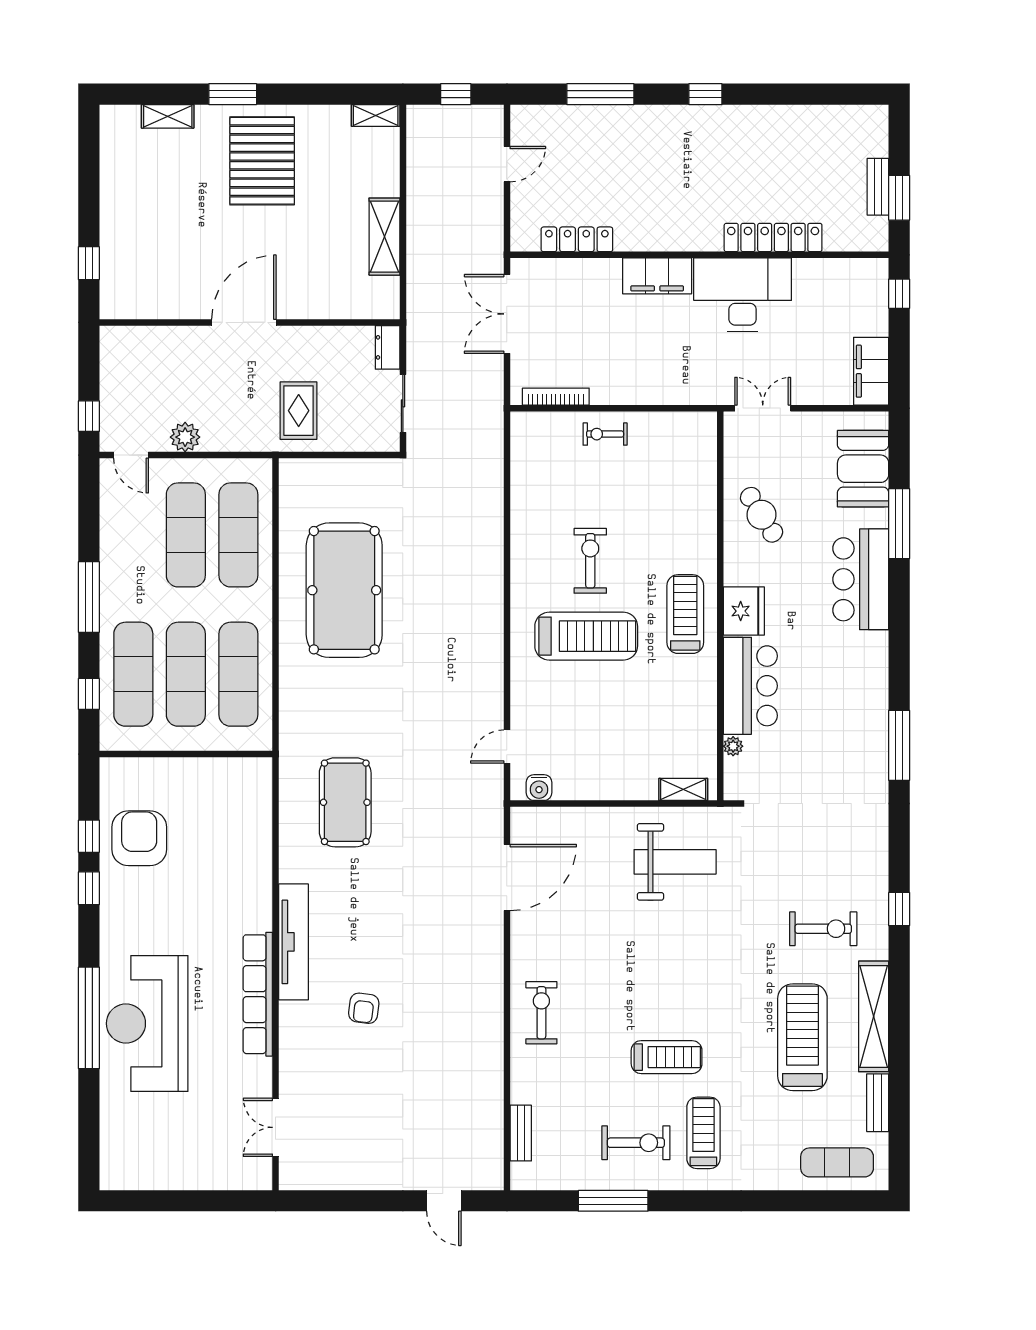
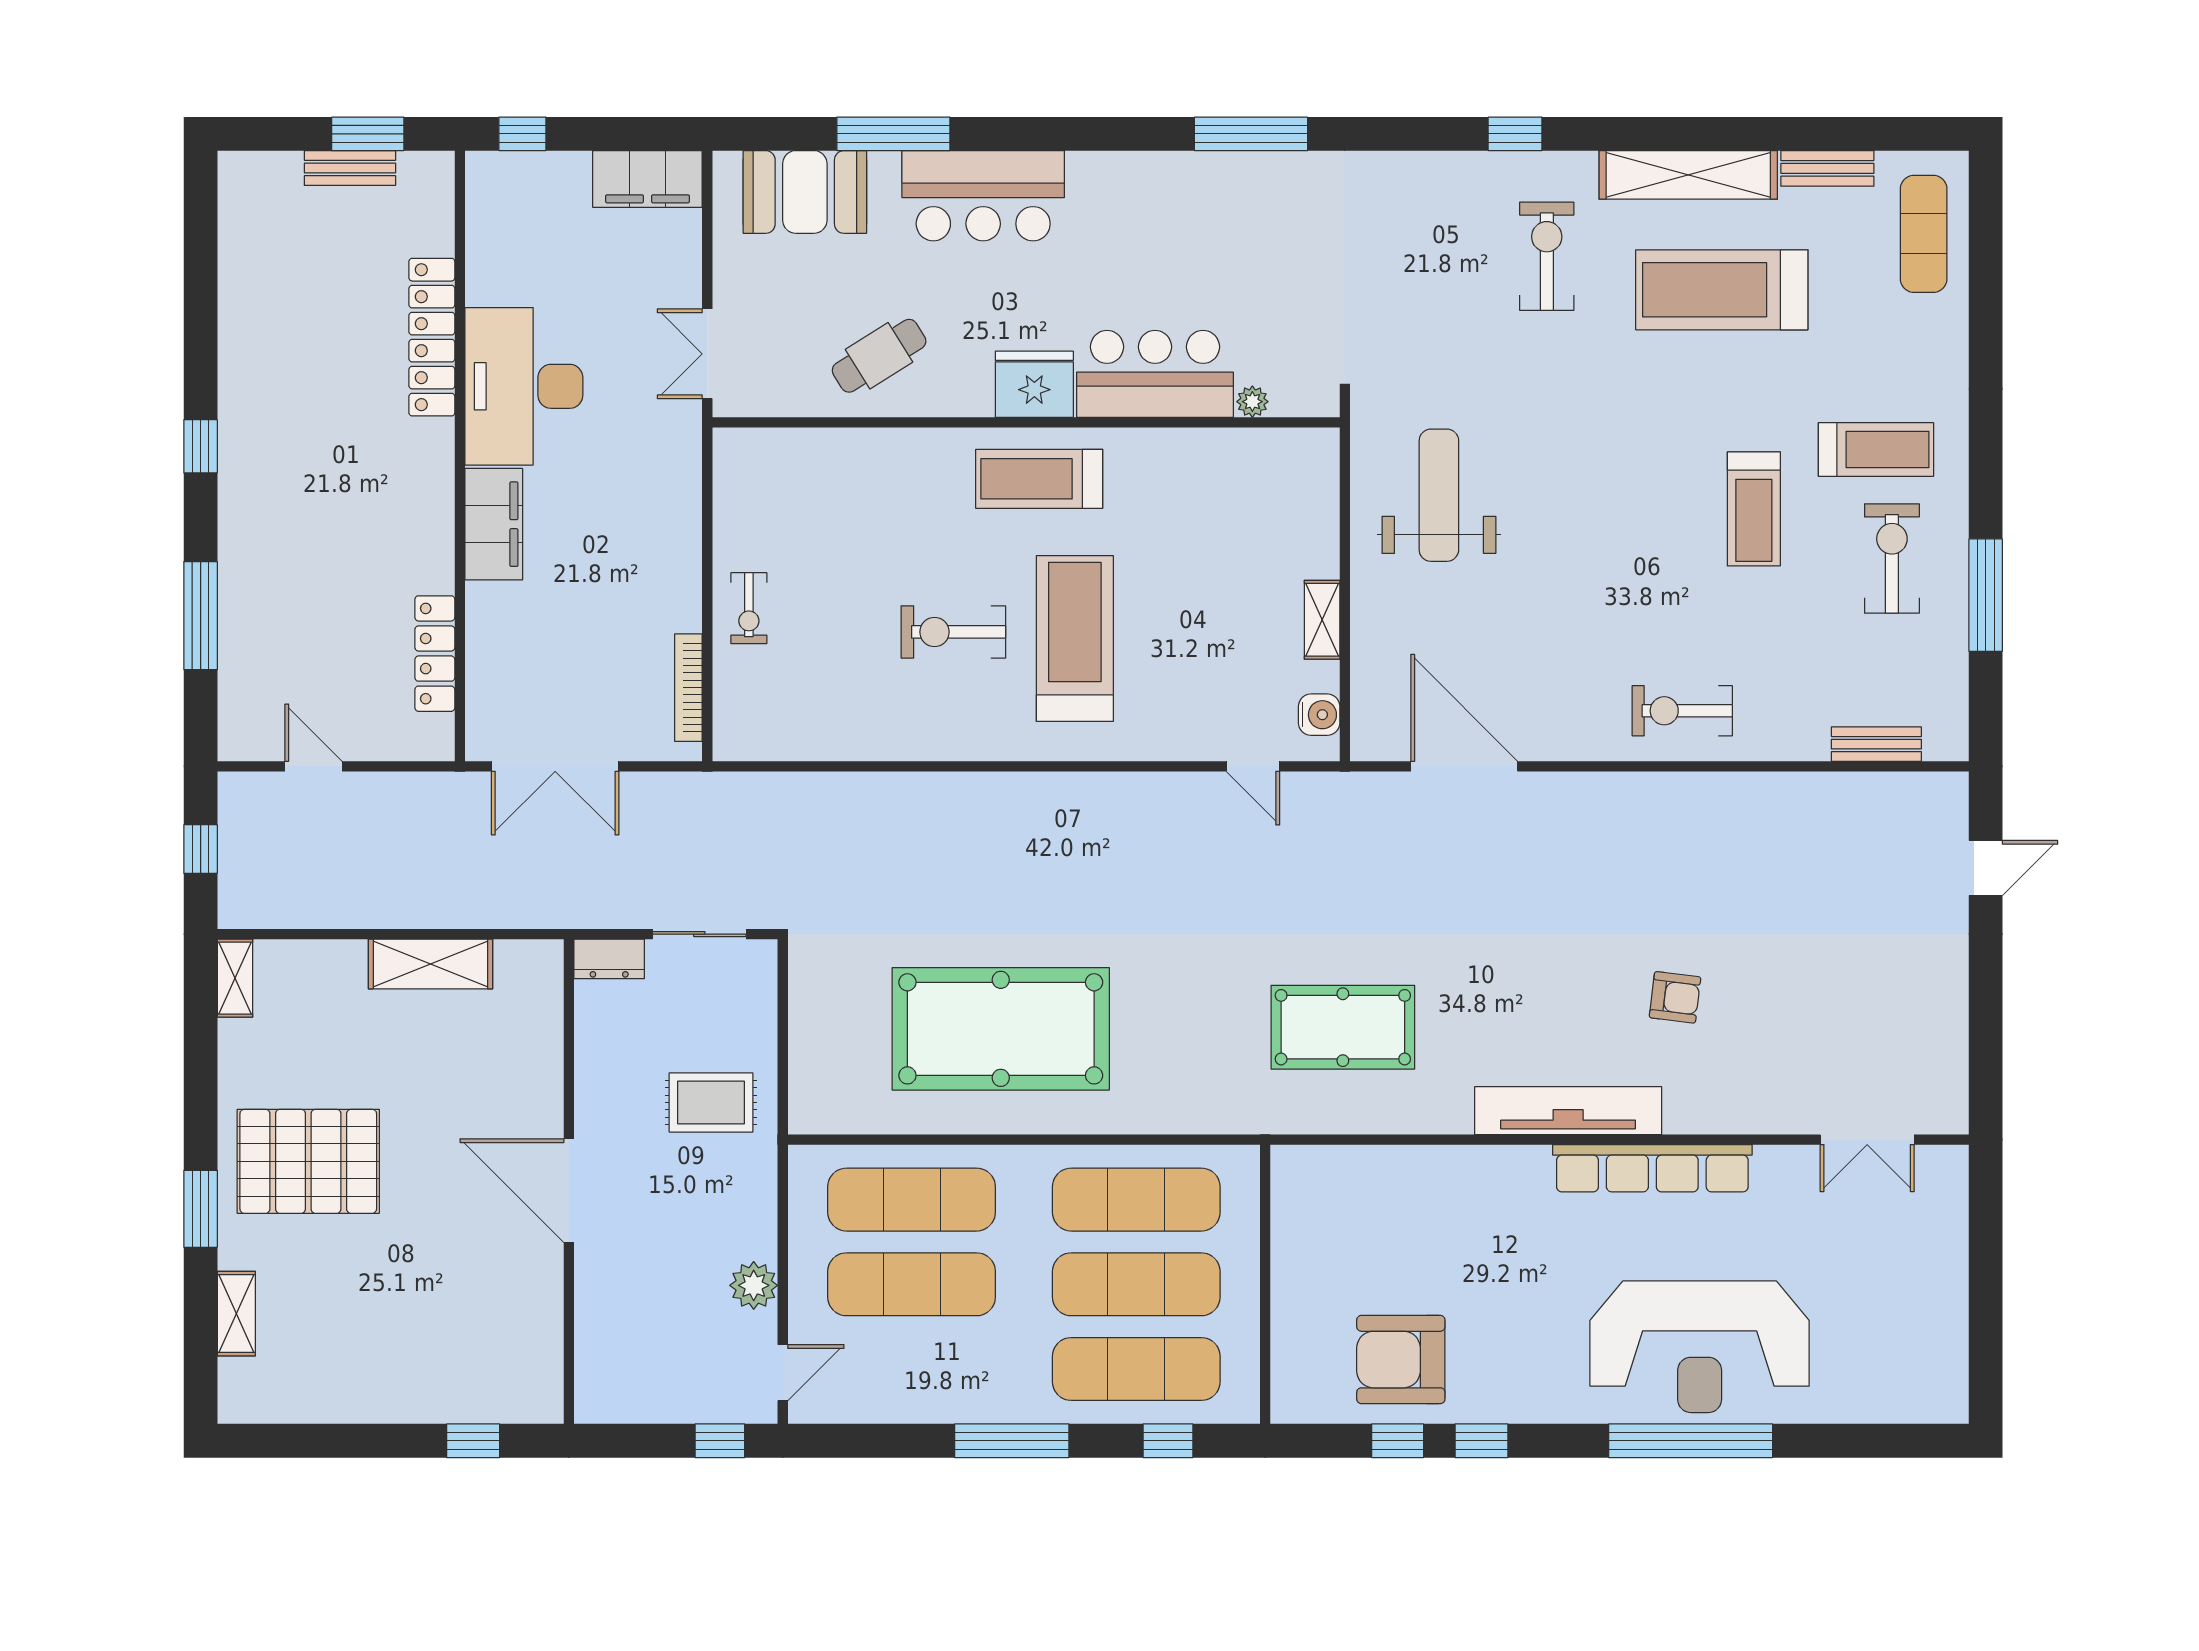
shelving: (683, 789) -> (1322, 620), moved
treadmill: (667, 1057) -> (1754, 509), turned 180
treadmill: (703, 1133) -> (1876, 449), turned 180

